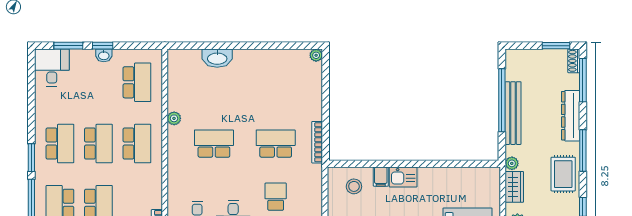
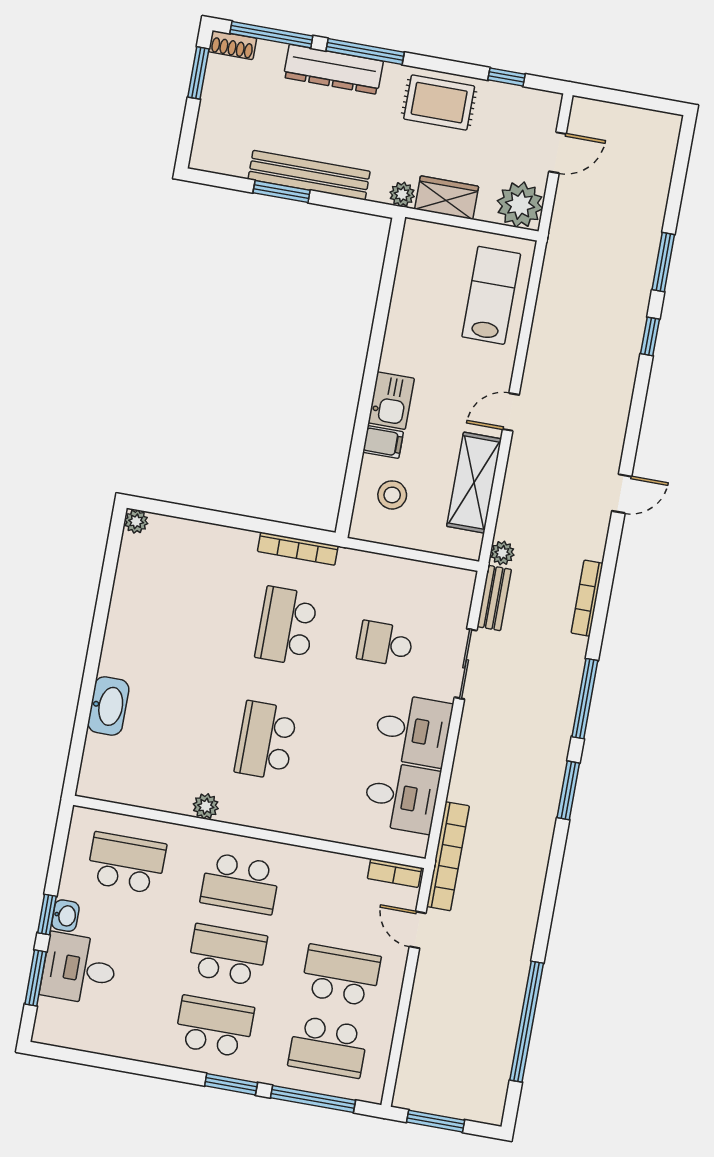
desk: (52, 68) -> (79, 969), moved
window: (502, 100) -> (282, 192), width x0.47
school desk: (137, 144) -> (240, 883), turned 180
window: (583, 150) -> (365, 52), moved

